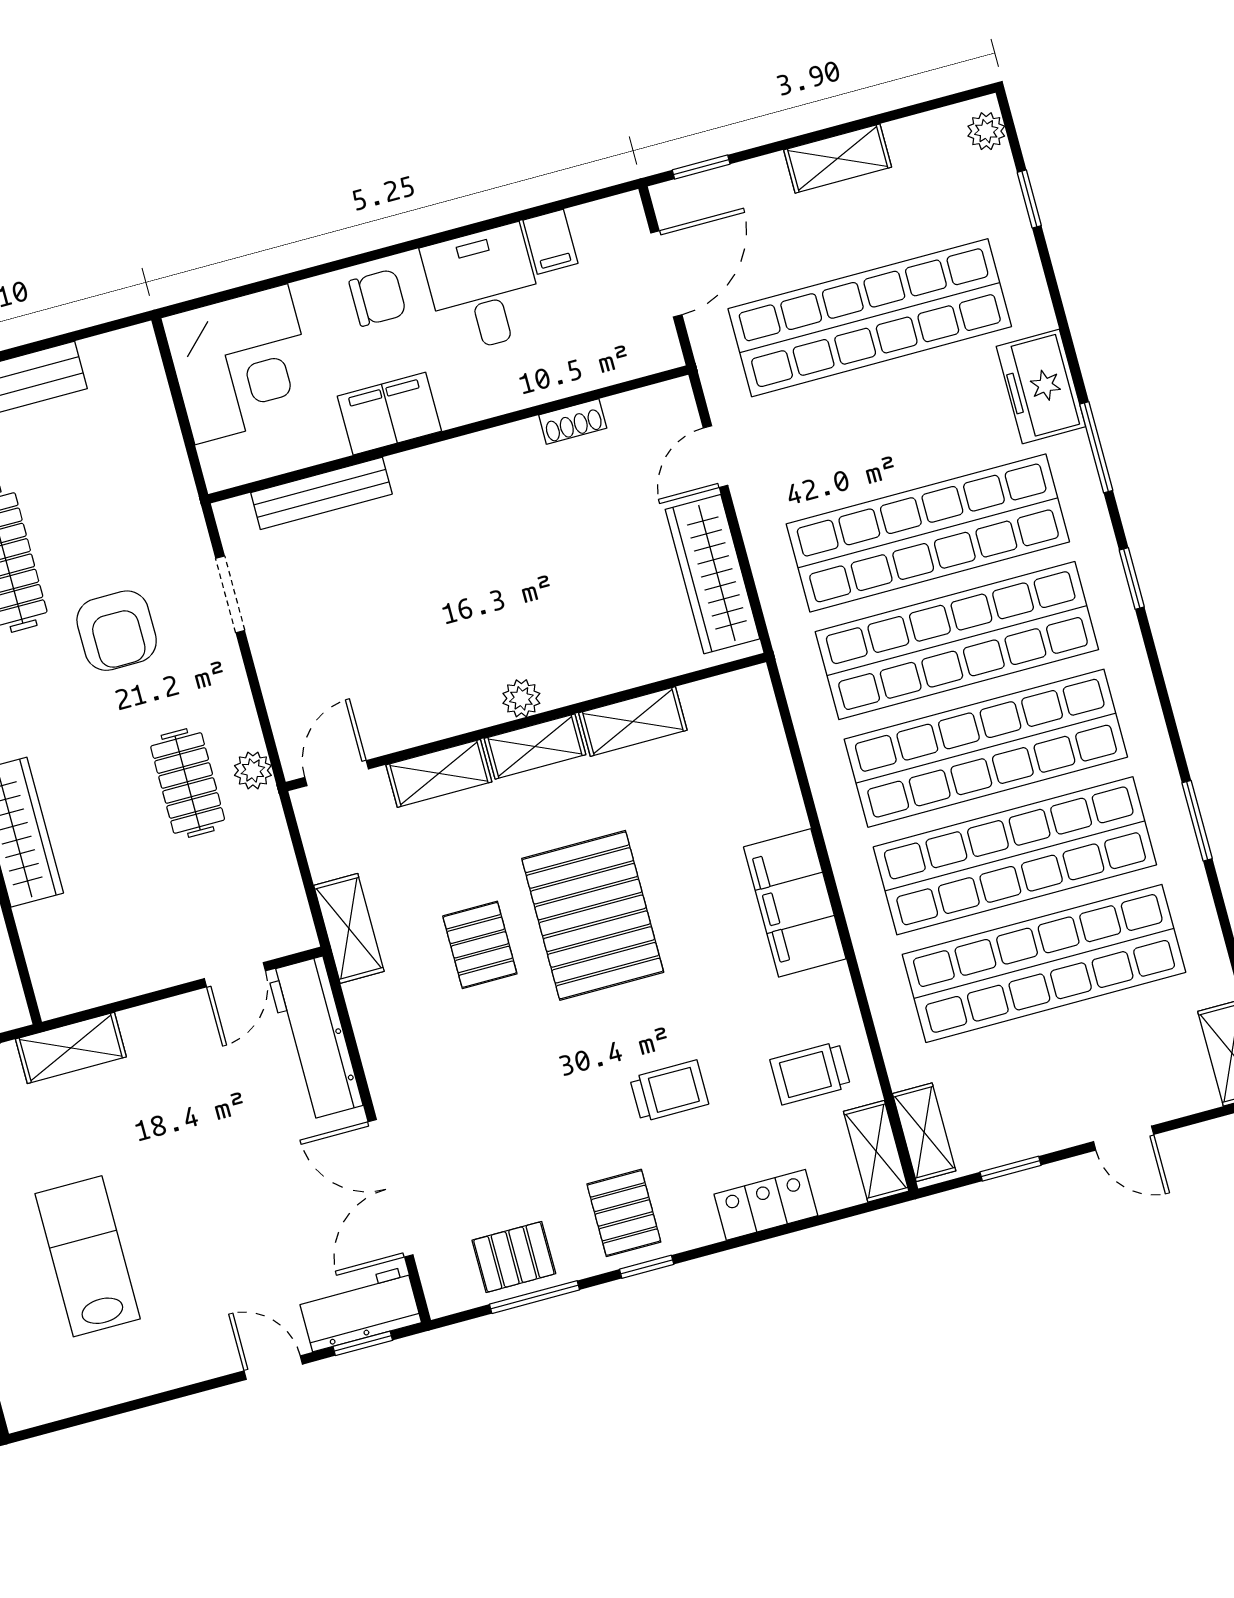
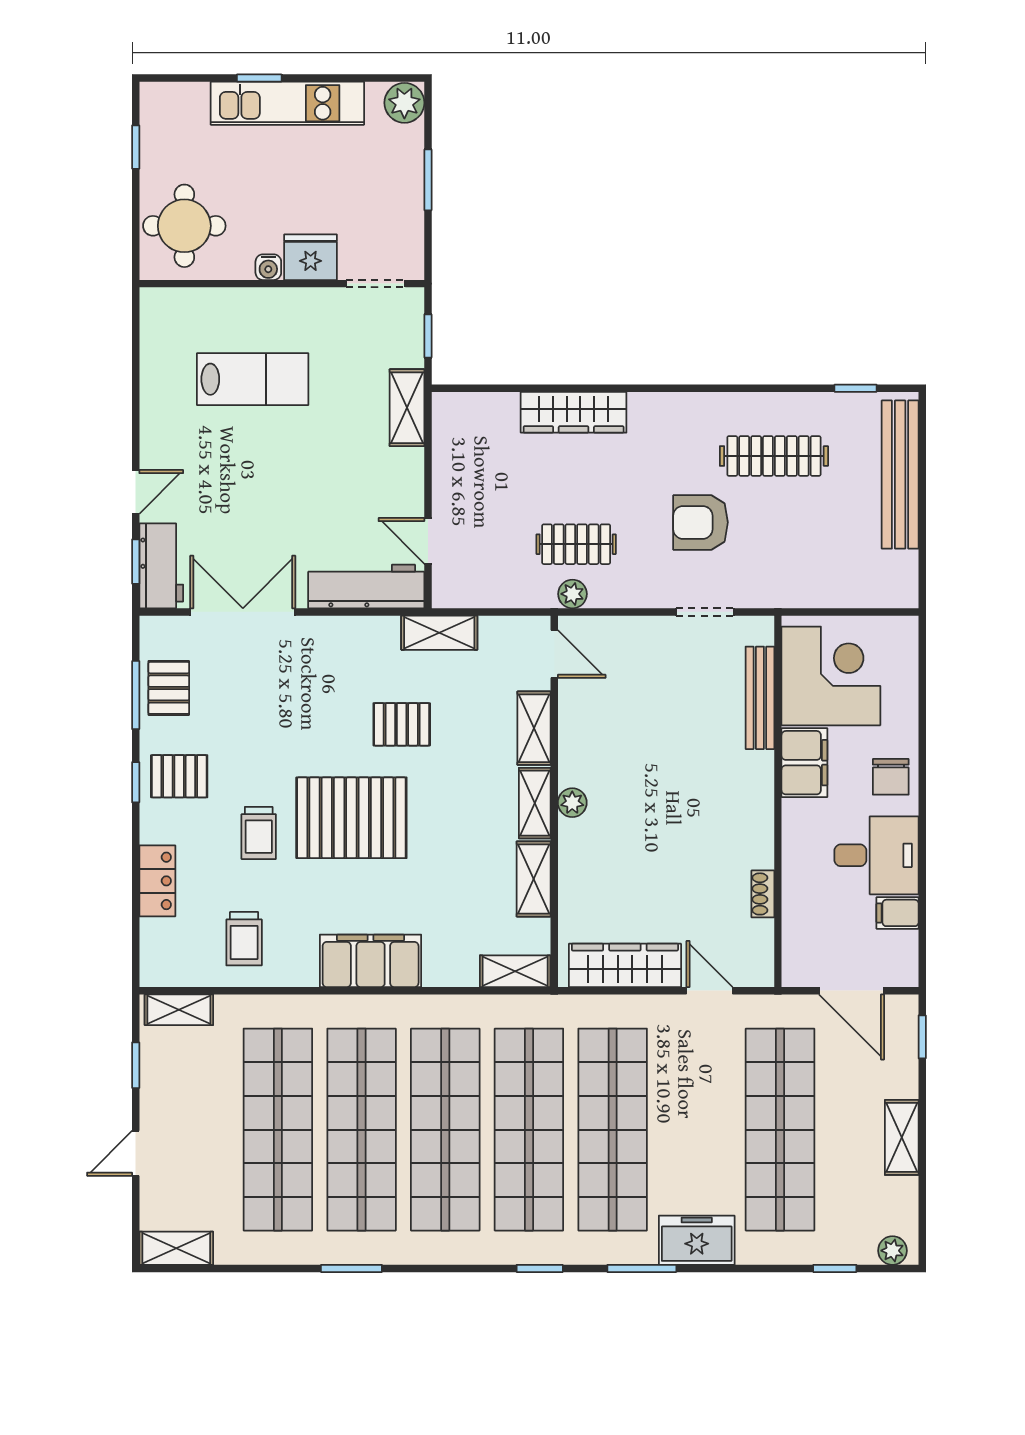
corner desk: (241, 364) -> (831, 676), moved, turned 180
pallet: (593, 915) -> (351, 818), moved
trolley: (810, 1073) -> (244, 939), turned 180
shelving: (876, 1151) -> (515, 971), moved

